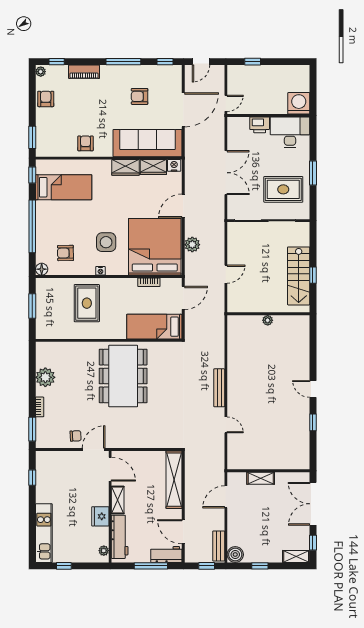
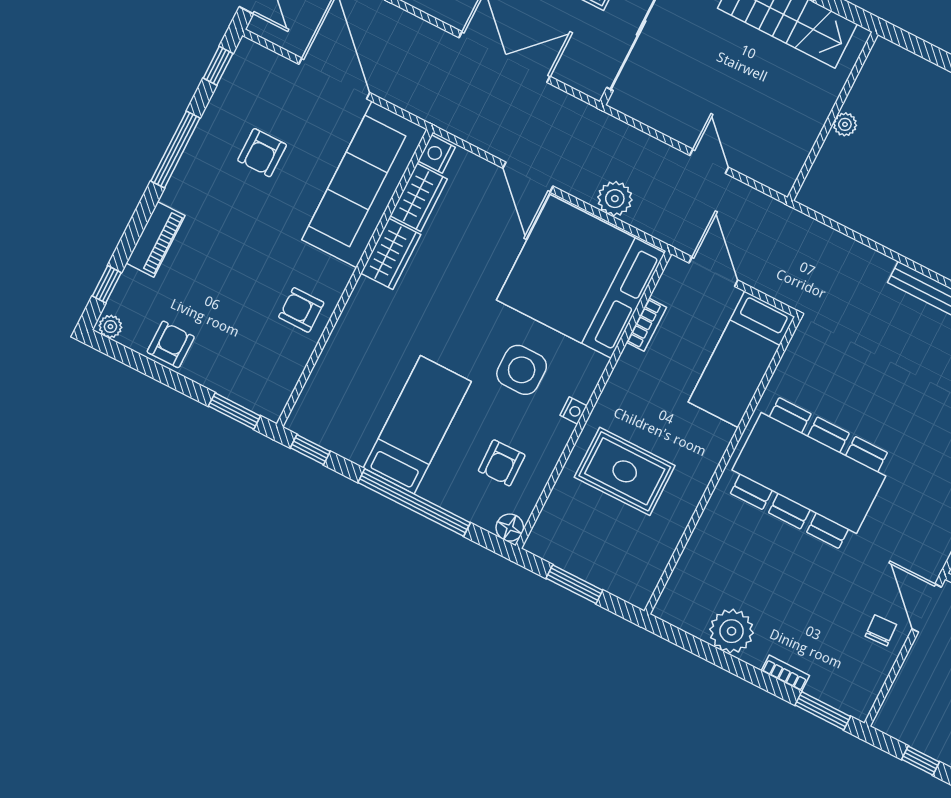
armchair: (46, 99) -> (171, 344), turned 90
bed: (64, 187) -> (417, 425), moved

